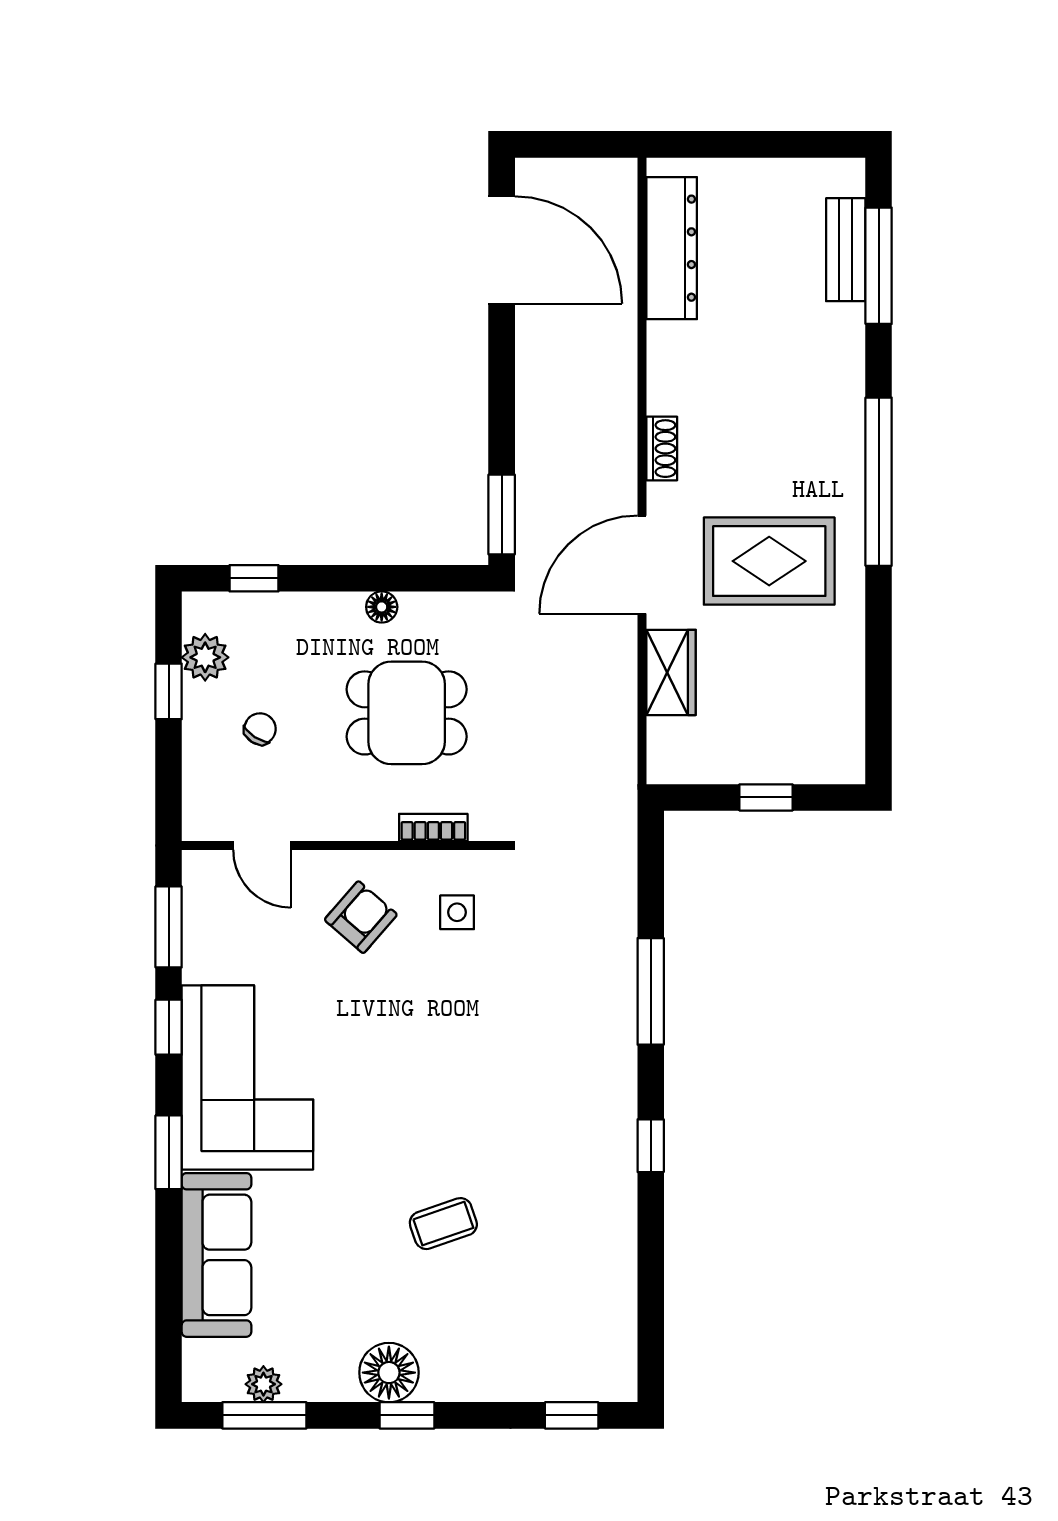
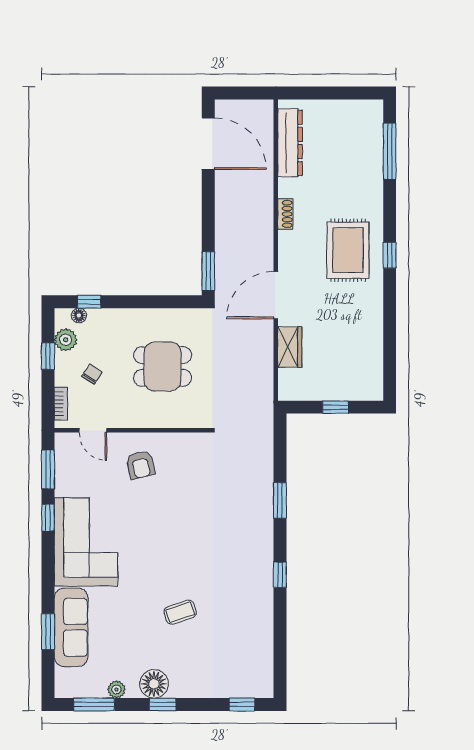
bench: (846, 250) -> (374, 144), removed
shoe rack: (662, 449) -> (285, 214), moved
window: (879, 482) -> (390, 255), width x0.32
rug: (769, 561) -> (348, 250), moved, turned 90
floor lamp: (382, 607) -> (79, 316), moved
bookcase: (433, 828) -> (61, 404), moved, turned 90
side table: (457, 912) -> (187, 462), removed
armchair: (361, 917) -> (140, 465), turned 126
window: (651, 991) -> (280, 500), width x0.69
window: (169, 1152) -> (48, 632), moved
plant: (263, 1384) -> (116, 689), moved

